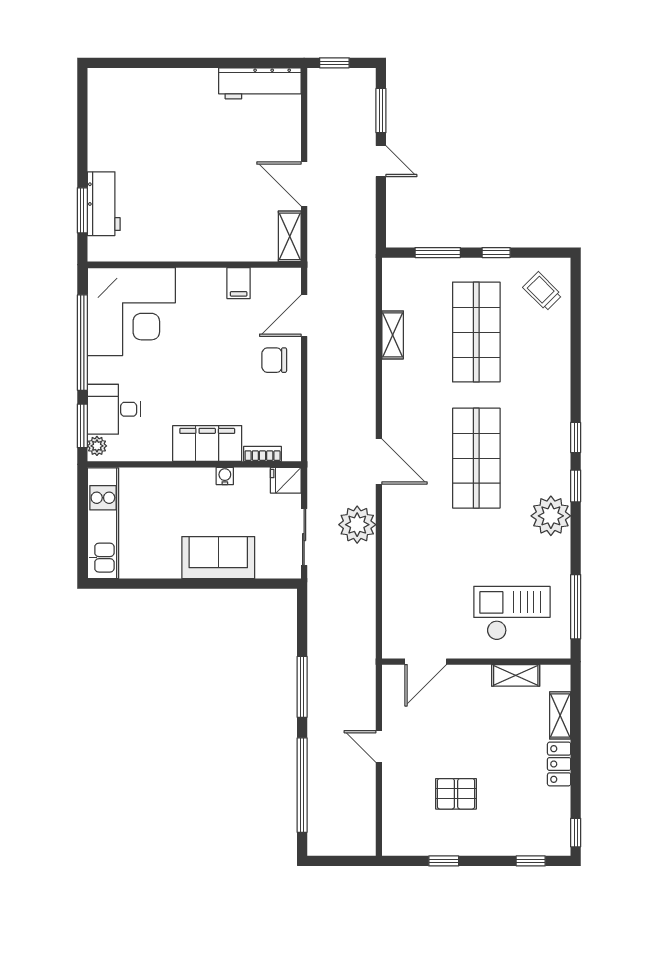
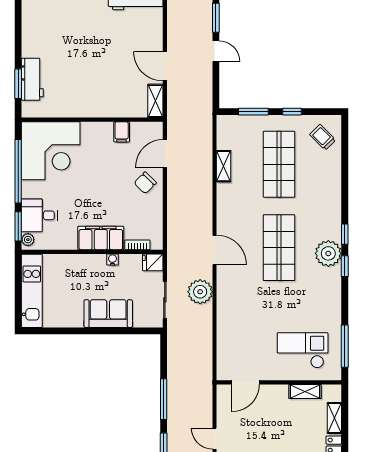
chair: (274, 360) -> (145, 183), turned -46
plant: (551, 516) -> (328, 253), moved

